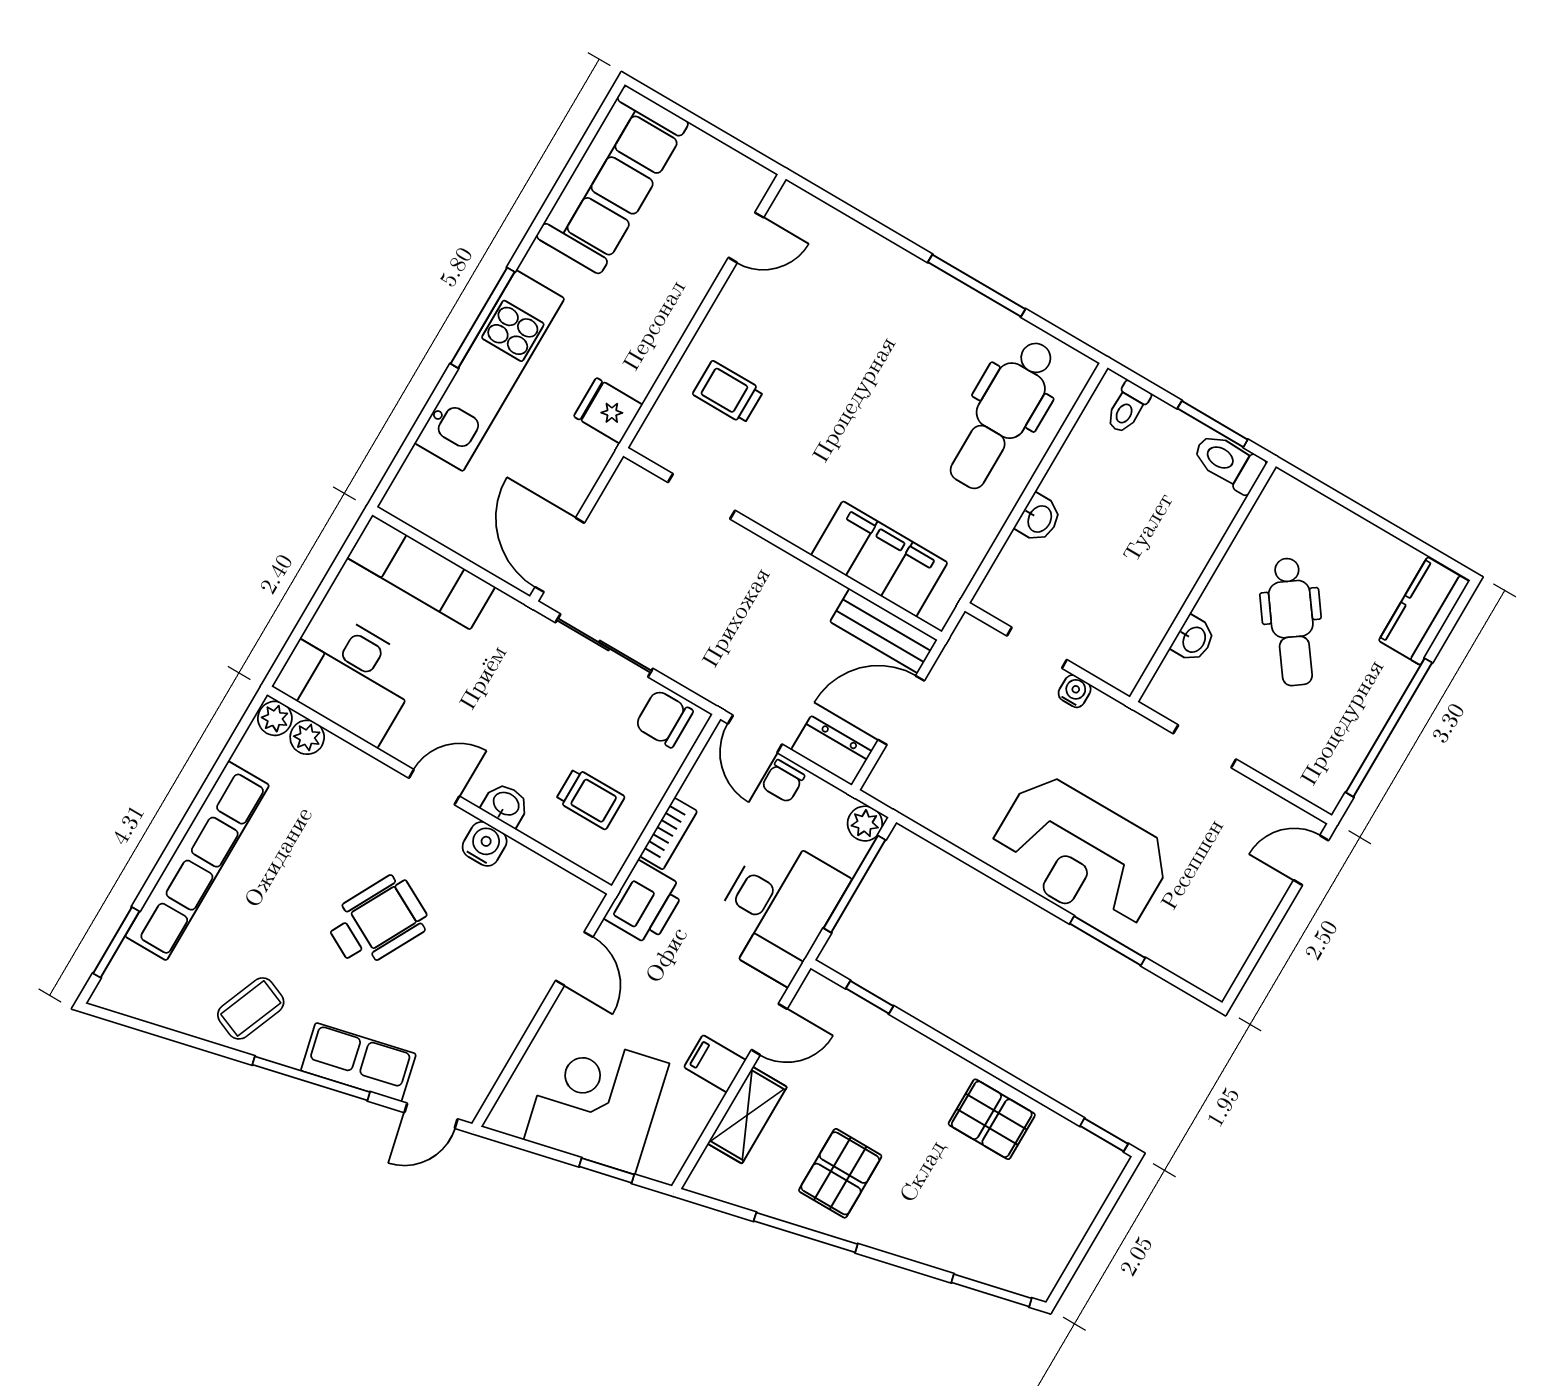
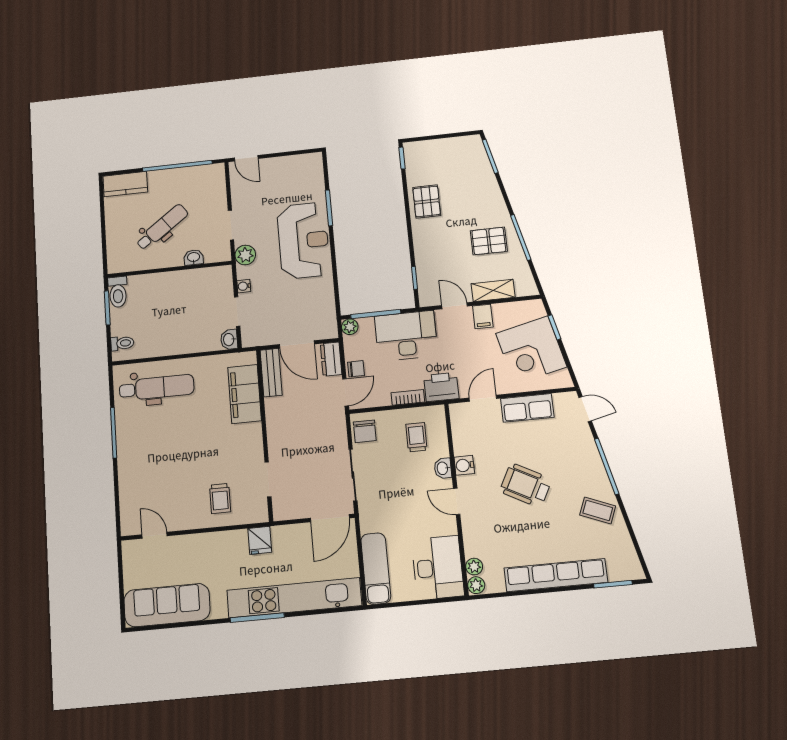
kitchen unit: (489, 371) -> (294, 598), width x1.36
washbasin: (1039, 518) -> (229, 340), moved, turned -90
plant: (1130, 733) -> (245, 255), added
row of seats: (358, 1062) -> (527, 408), moved, turned -77

